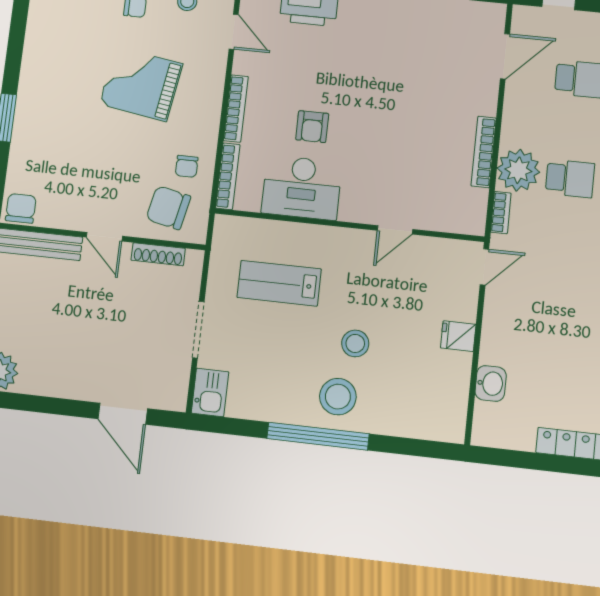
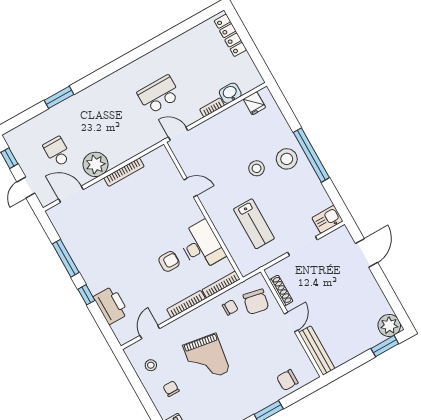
plant: (518, 170) -> (95, 164), moved
school desk: (570, 178) -> (159, 95), moved, width x1.85
chair: (21, 208) -> (287, 380), moved
bookcase: (501, 213) -> (212, 107), moved
fridge: (458, 336) -> (254, 103), moved

